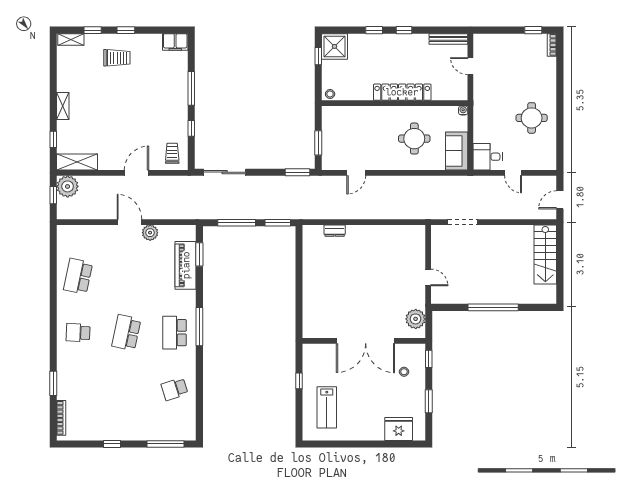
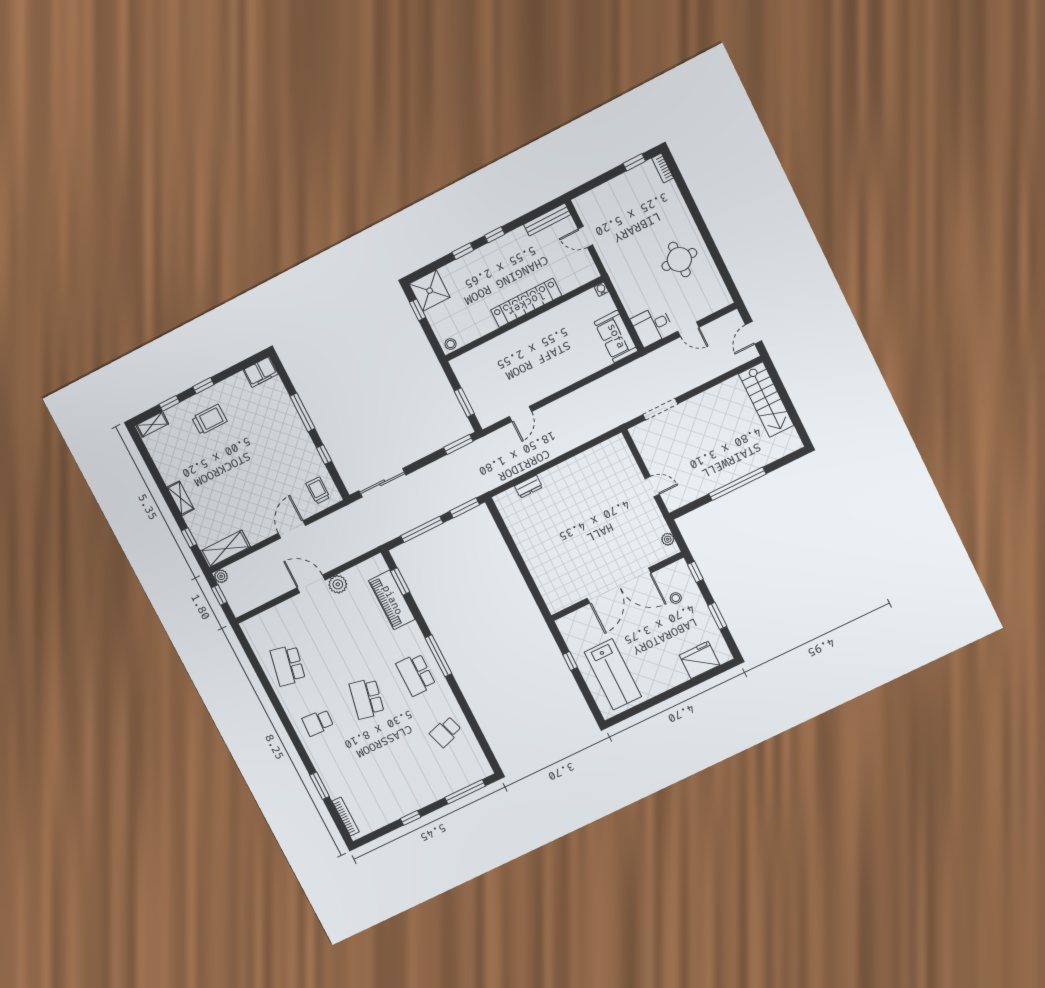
round table: (414, 139) -> (564, 346), removed
plant: (68, 186) -> (221, 576), width x0.53, depth x0.53
plant: (416, 319) -> (668, 539), width x0.53, depth x0.53
lab bench: (327, 407) -> (613, 674), width x1.36, depth x1.39

